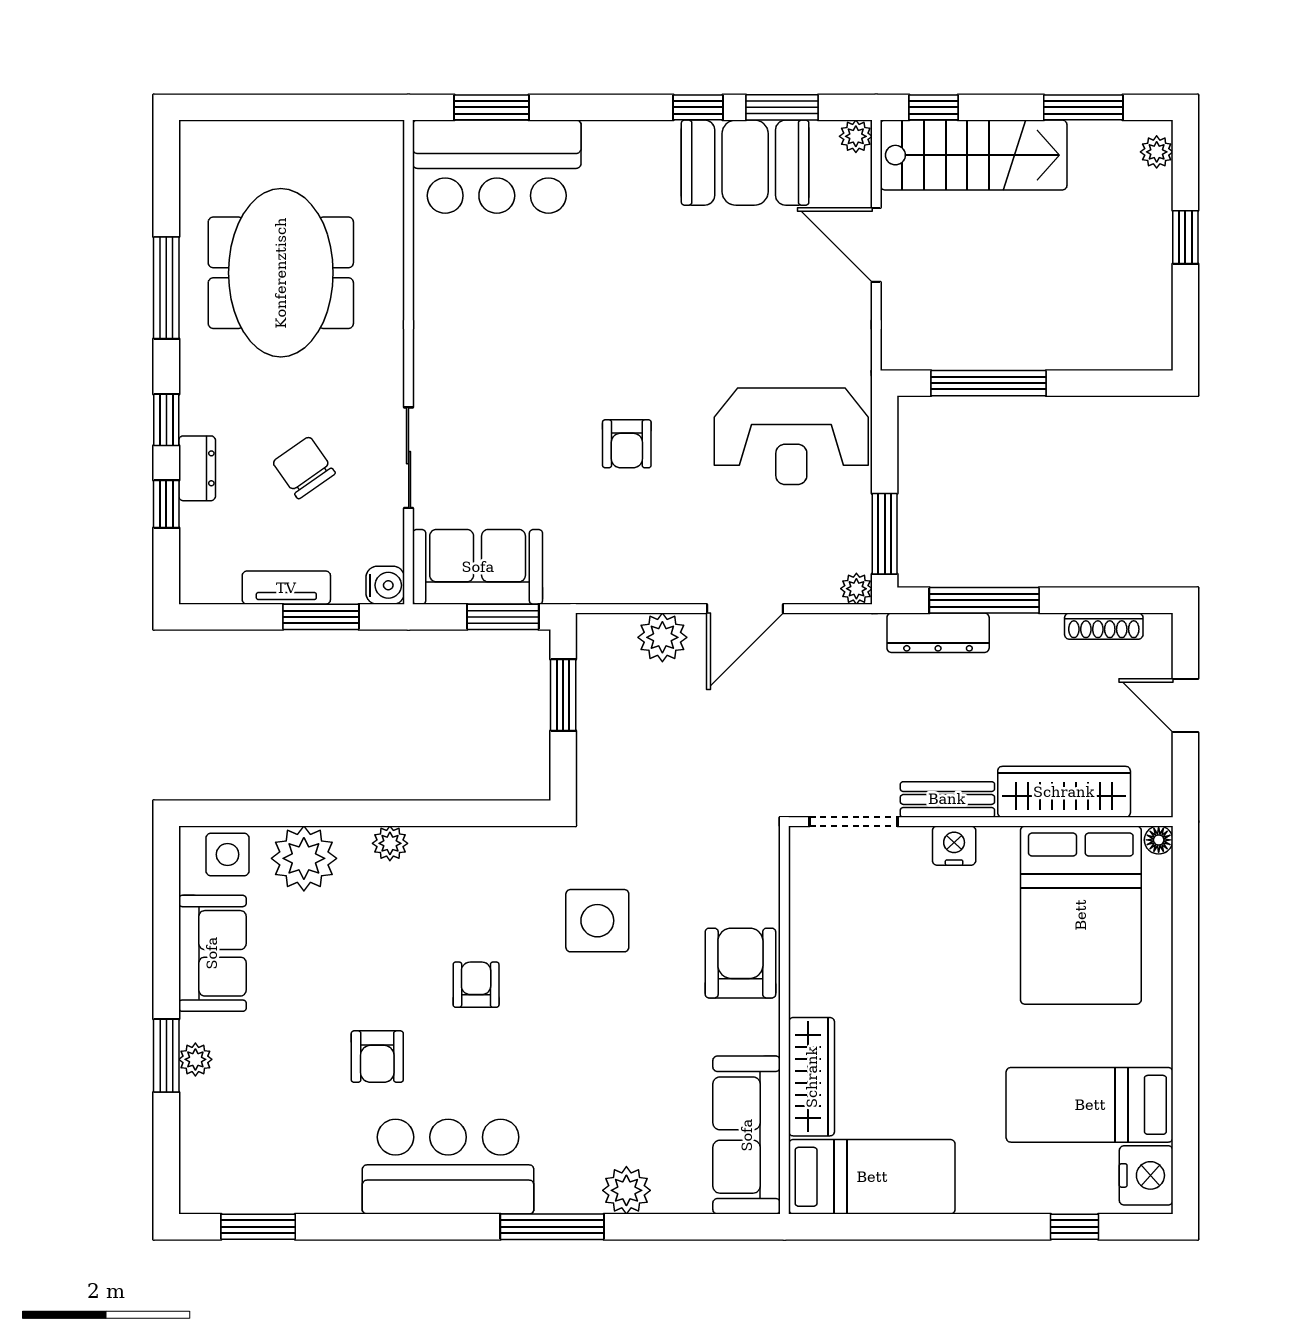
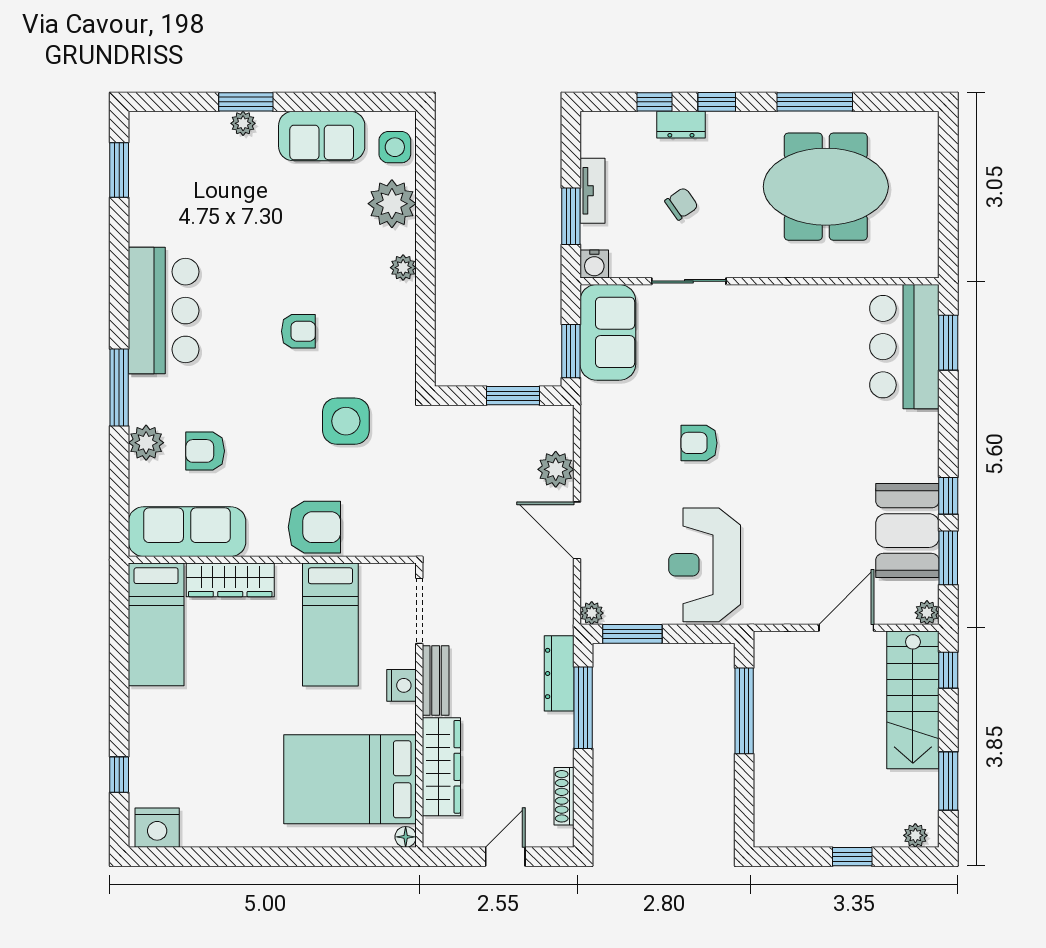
chair: (304, 468) -> (681, 204), width x0.73, depth x0.73
armchair: (377, 1057) -> (205, 451), moved
bed: (1090, 1105) -> (330, 624), moved, turned 180

